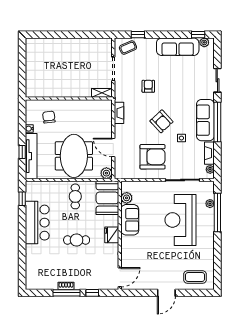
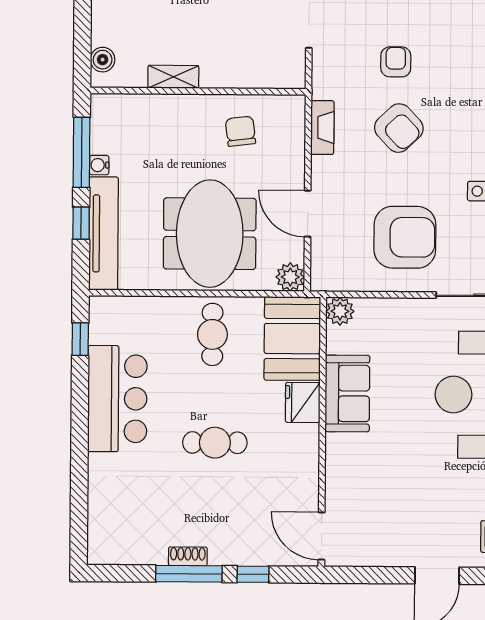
boiler: (30, 86) -> (103, 60), added
shelving: (102, 93) -> (173, 77), moved
chair: (49, 117) -> (240, 131), moved
armchair: (161, 121) -> (399, 128), moved
window: (22, 124) -> (82, 152), added
plant: (127, 198) -> (340, 311), moved
fridge: (112, 235) -> (303, 402), moved
door: (120, 277) -> (322, 536), swing flipped

